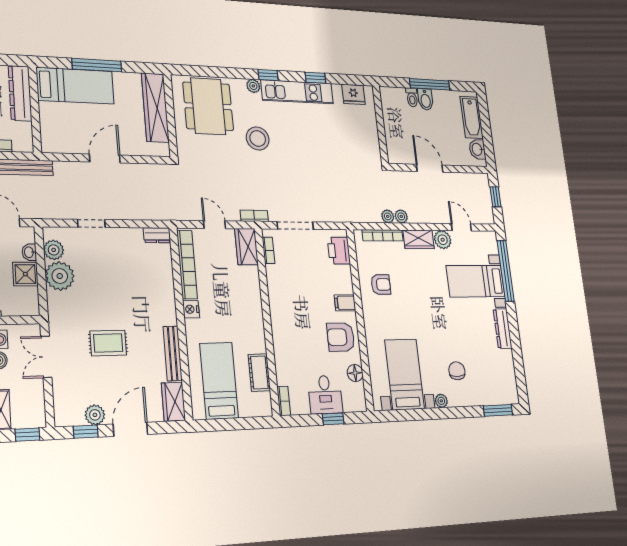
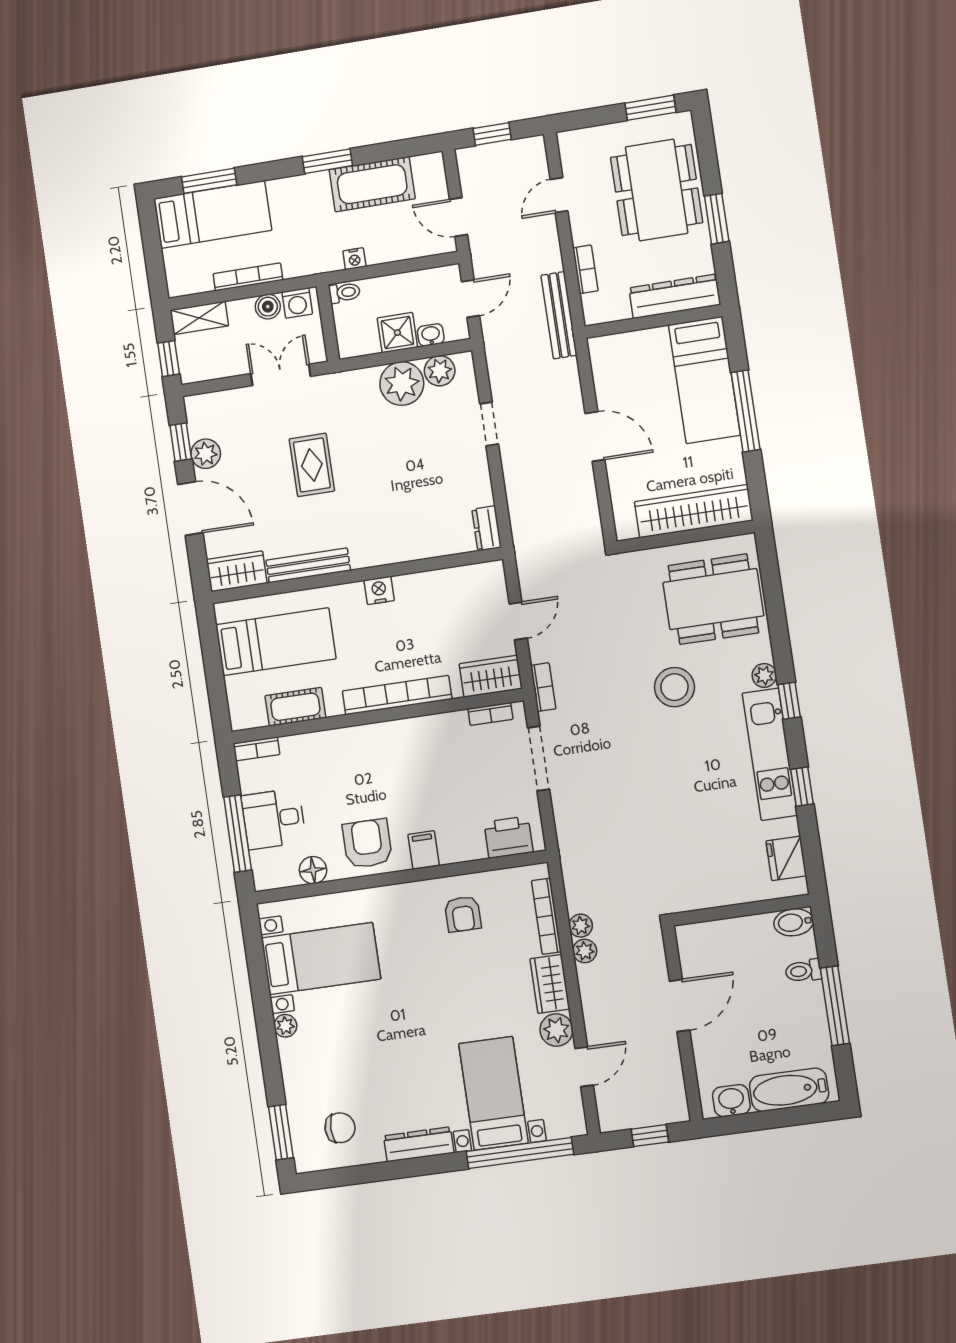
bidet: (425, 99) -> (794, 922), moved
bookcase: (187, 265) -> (397, 695), moved, turned 180
chair: (457, 371) -> (340, 1128), moved
window: (333, 419) -> (238, 834), width x2.17

